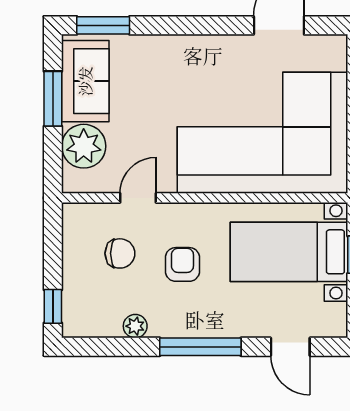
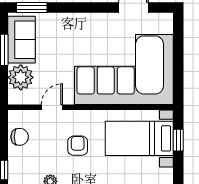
chair: (120, 253) -> (20, 137), moved

